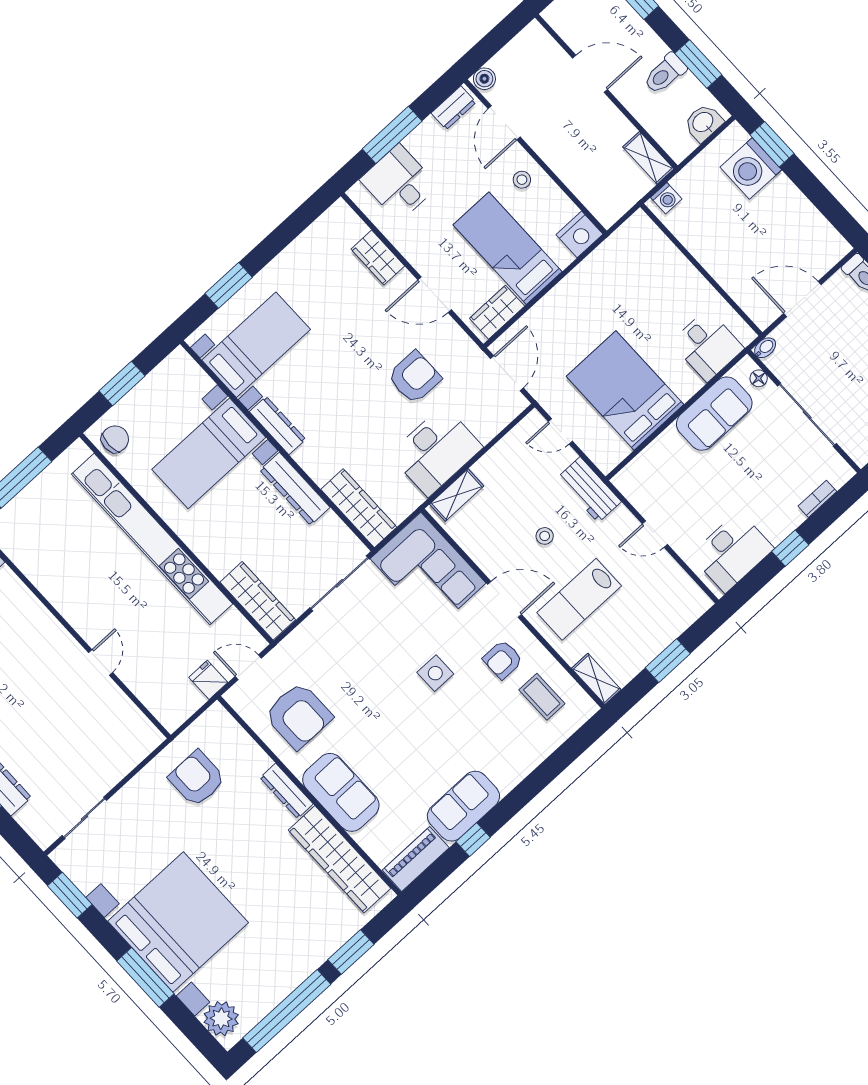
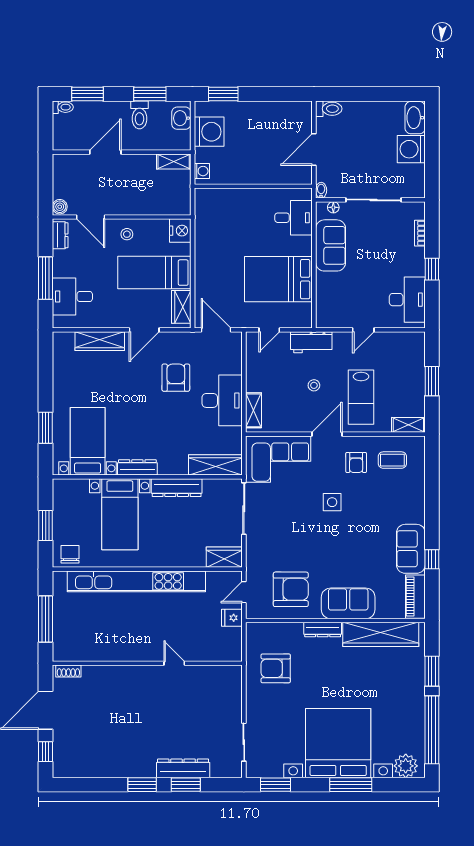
washing machine: (751, 168) -> (209, 132), moved, turned -90
wardrobe: (378, 258) -> (100, 341), width x1.50
wardrobe: (258, 601) -> (224, 557), width x0.67

